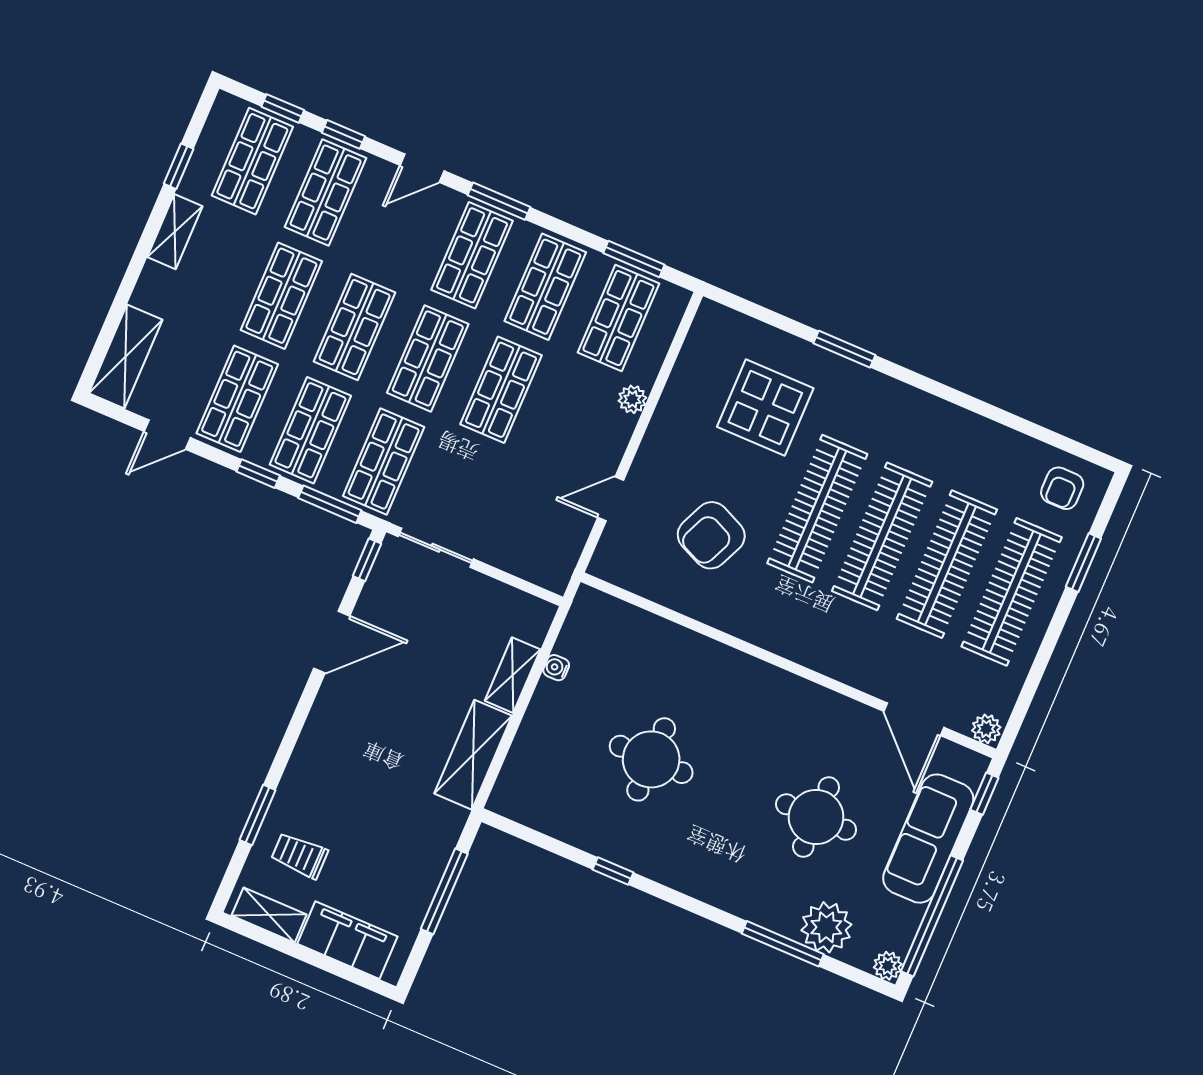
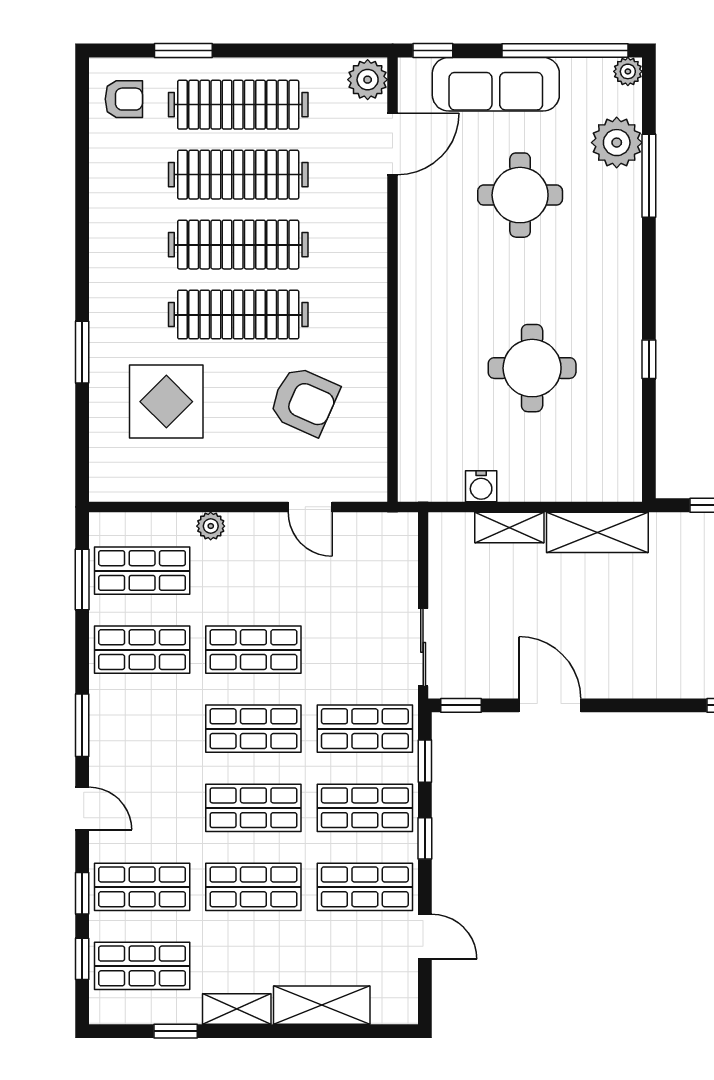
shop shelf: (472, 255) -> (142, 729), removed
shelving: (126, 357) -> (322, 1005), moved
window: (330, 504) -> (425, 761), width x0.67
water cooler: (556, 668) -> (481, 486), width x1.38, depth x1.38
plant: (986, 729) -> (368, 80), width x1.38, depth x1.38

